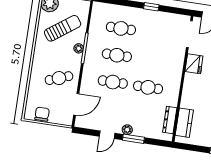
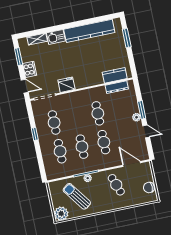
cafe table: (156, 34) -> (54, 123), added

